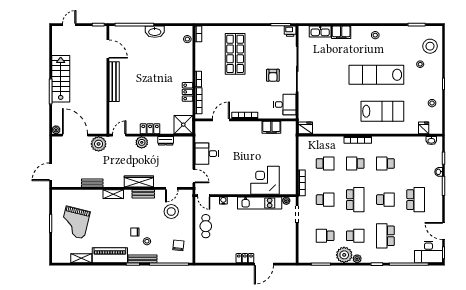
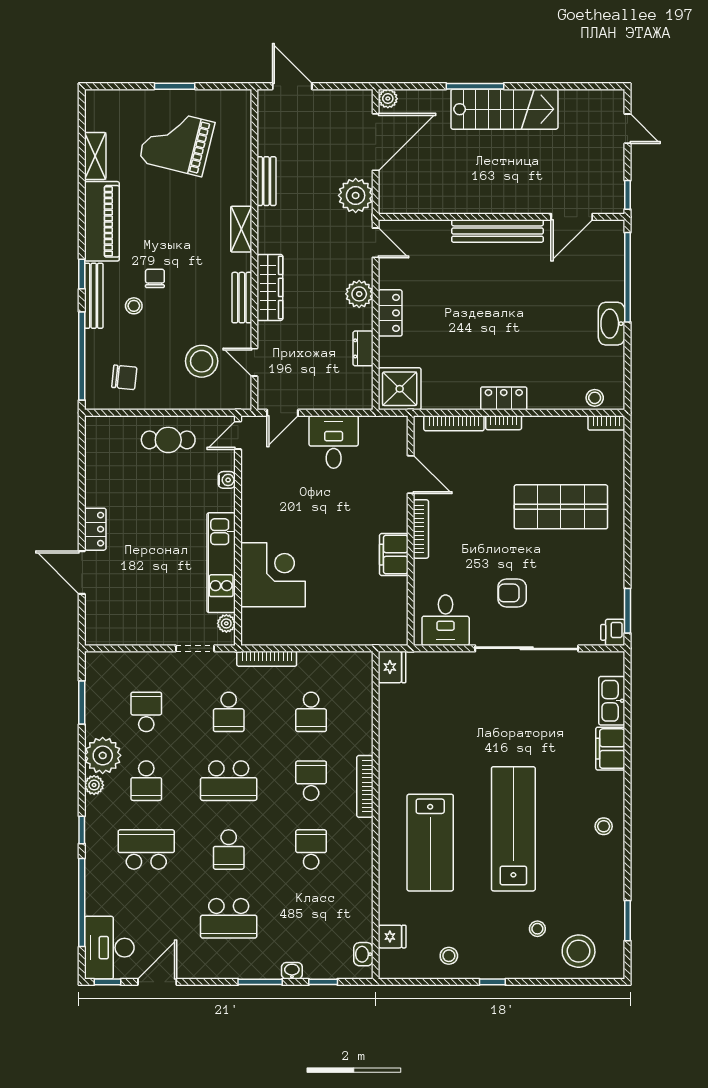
locker: (188, 92) -> (504, 398), moved
filing cabinet: (271, 127) -> (394, 555), moved

